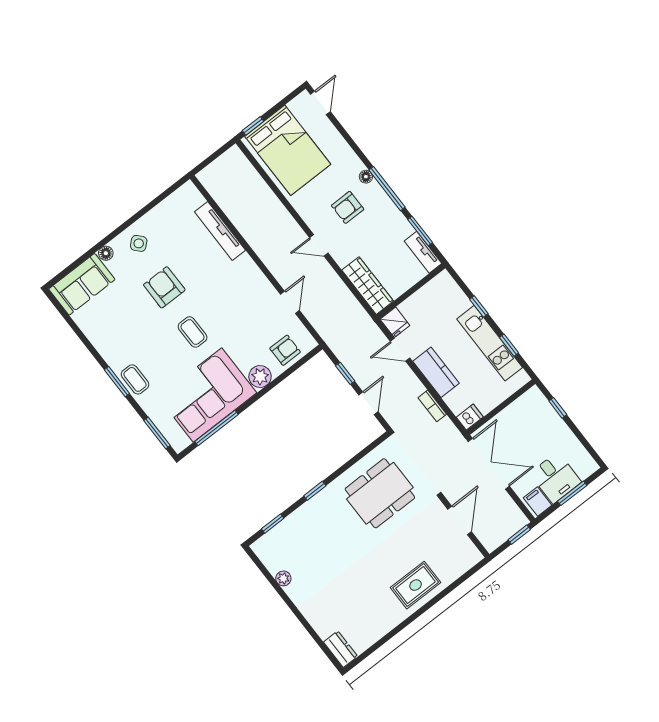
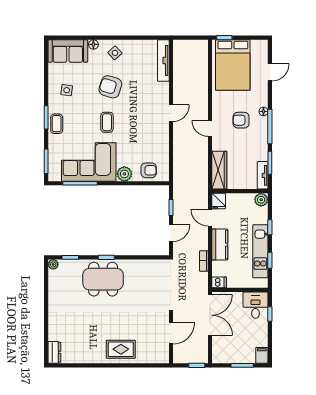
door: (320, 103) -> (270, 72), moved
tv unit: (220, 231) -> (163, 61), moved
plant: (444, 282) -> (261, 200), added
armchair: (164, 287) -> (110, 87), turned -73
door: (290, 302) -> (171, 113), moved
side table: (116, 331) -> (67, 90), added
desk: (555, 478) -> (256, 305), moved, turned 180
dining table: (380, 493) -> (103, 279), moved
filing cabinet: (538, 502) -> (262, 355), moved
plant: (283, 578) -> (53, 264), moved

